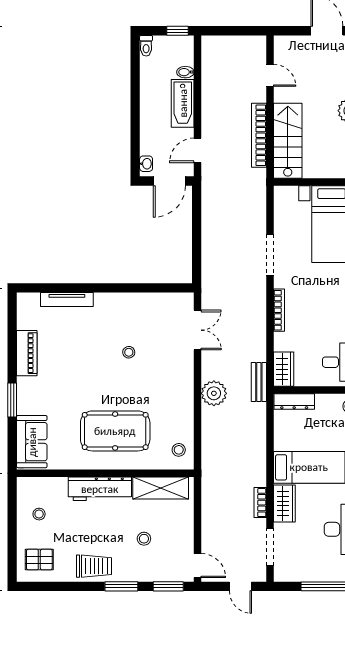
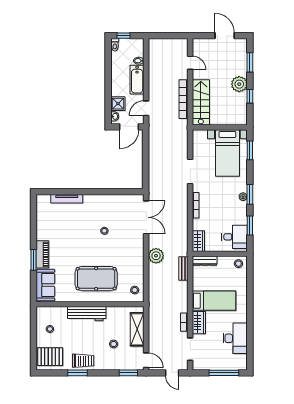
window: (178, 31) -> (124, 36), moved
shower: (151, 143) -> (118, 104), added
double door: (198, 330) -> (146, 217), width x1.37
piano: (27, 353) -> (42, 254), moved
bench: (259, 382) -> (183, 269), moved
shelving: (161, 488) -> (137, 329), moved, turned 90
pallet: (39, 560) -> (50, 357), width x1.50, depth x1.42
window: (121, 586) -> (77, 373), moved

